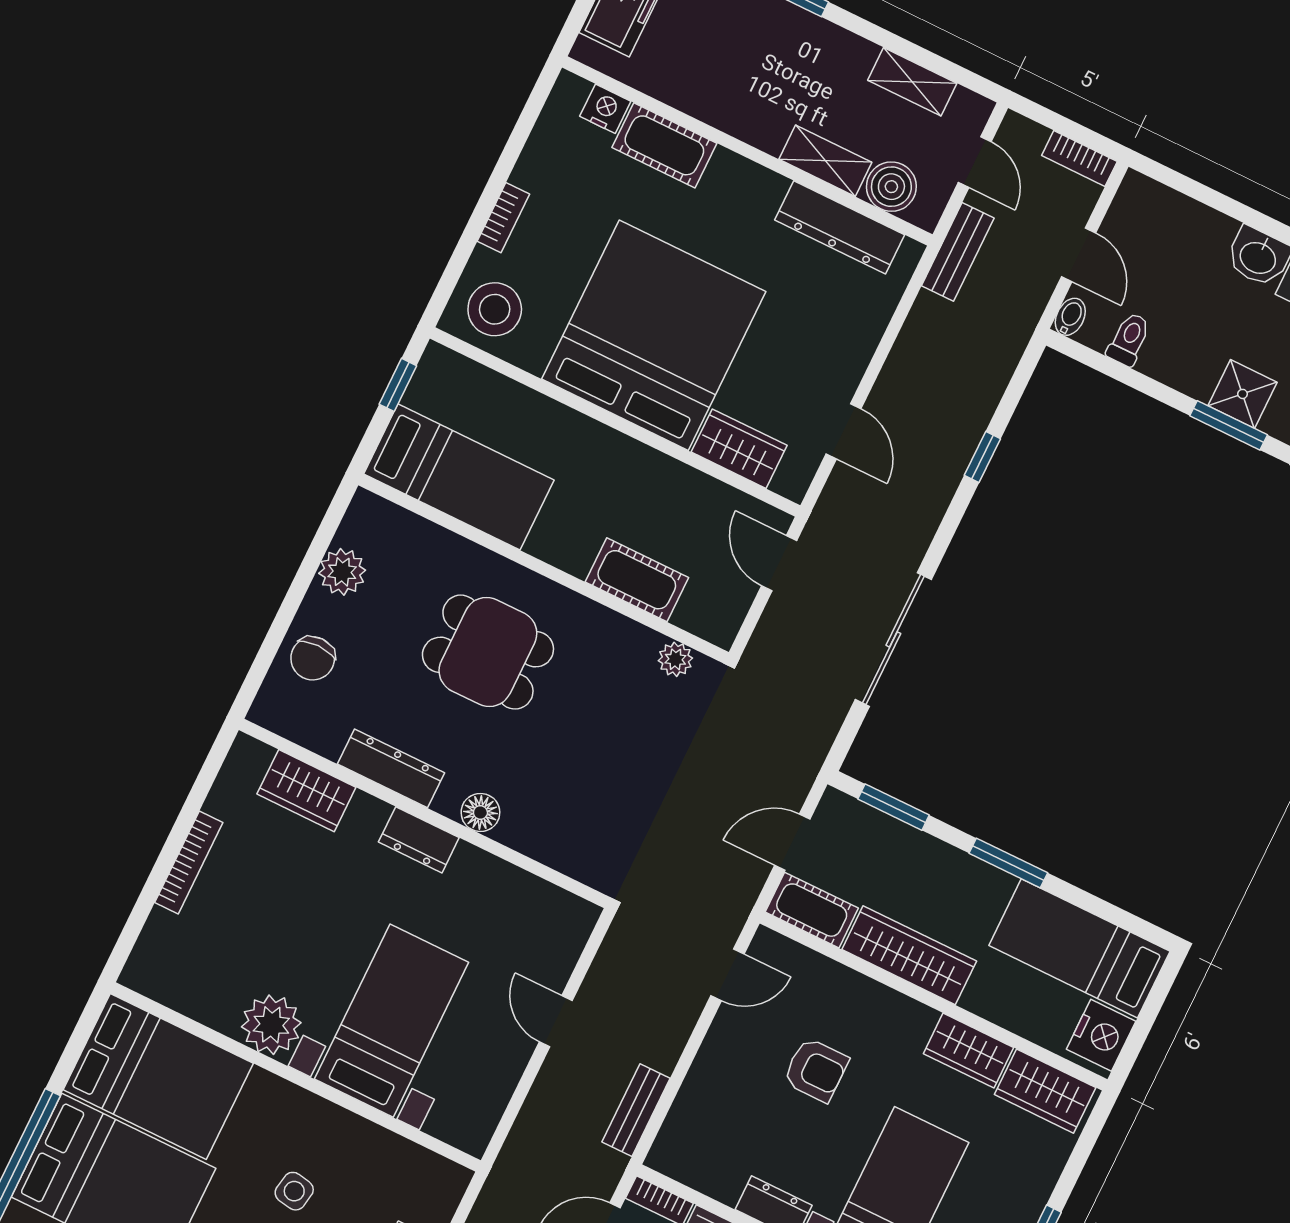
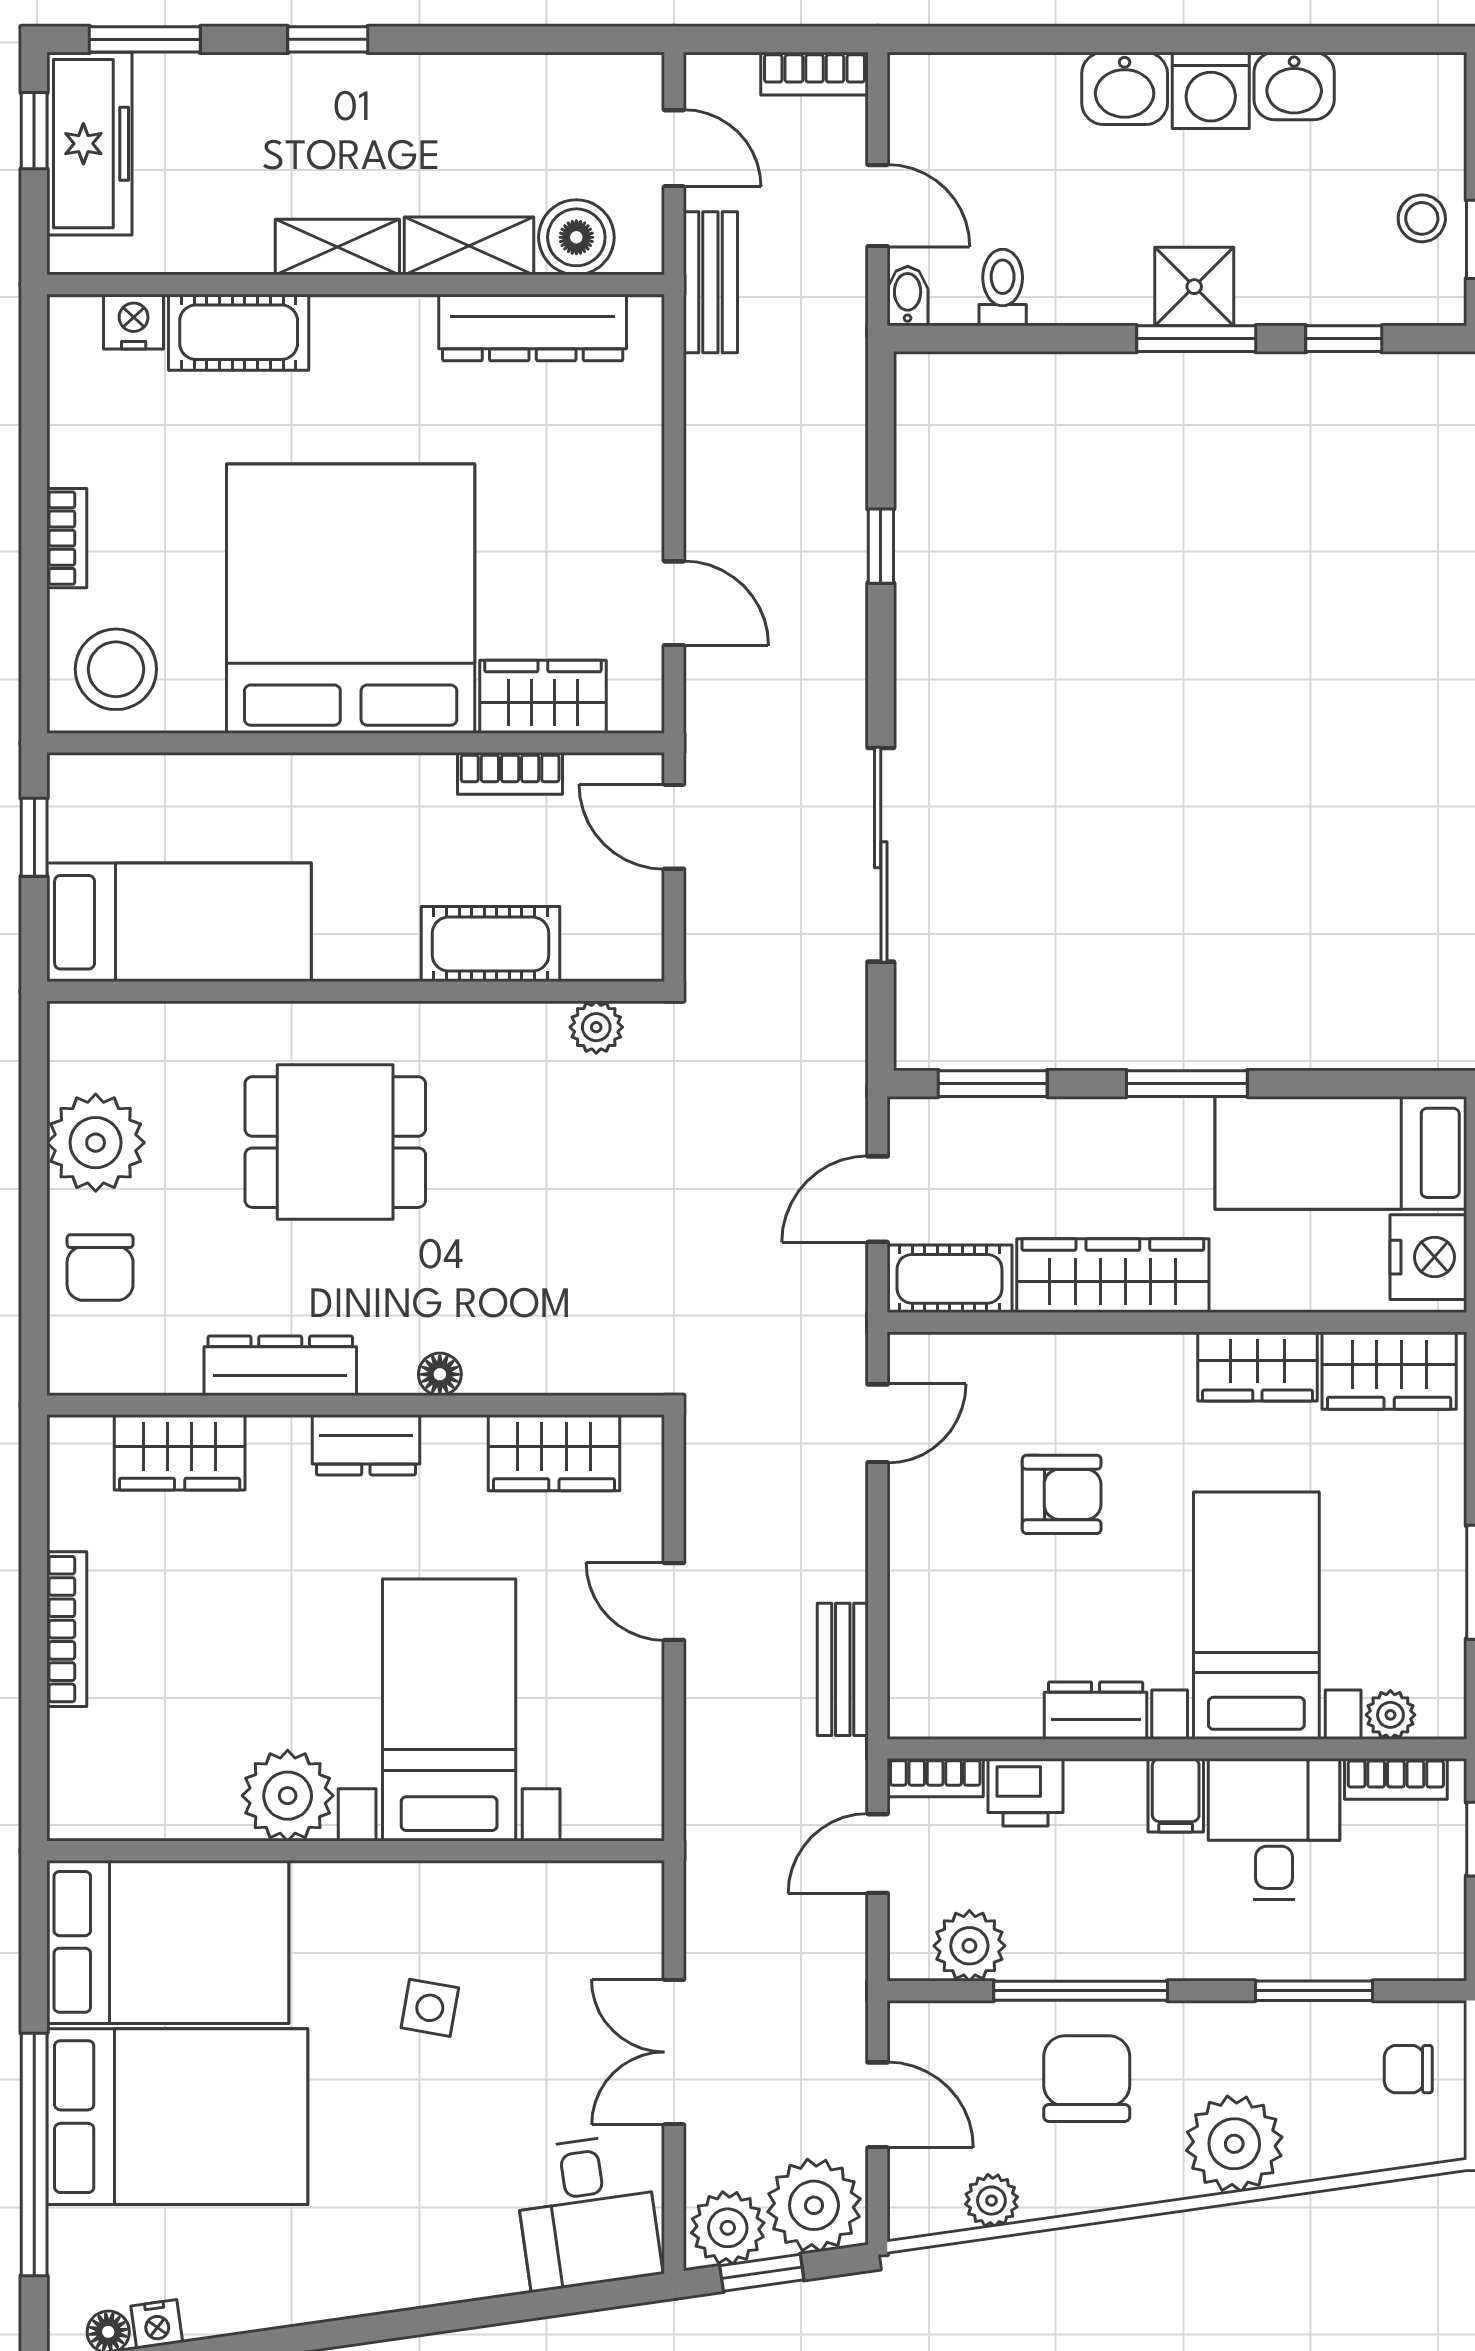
shelving: (912, 82) -> (337, 247), moved
bookcase: (698, 485) -> (510, 773), added
plant: (342, 572) -> (96, 1143), width x1.36, depth x1.36
floor lamp: (480, 813) -> (440, 1374), width x0.73, depth x0.73
wardrobe: (528, 899) -> (554, 1453), added

